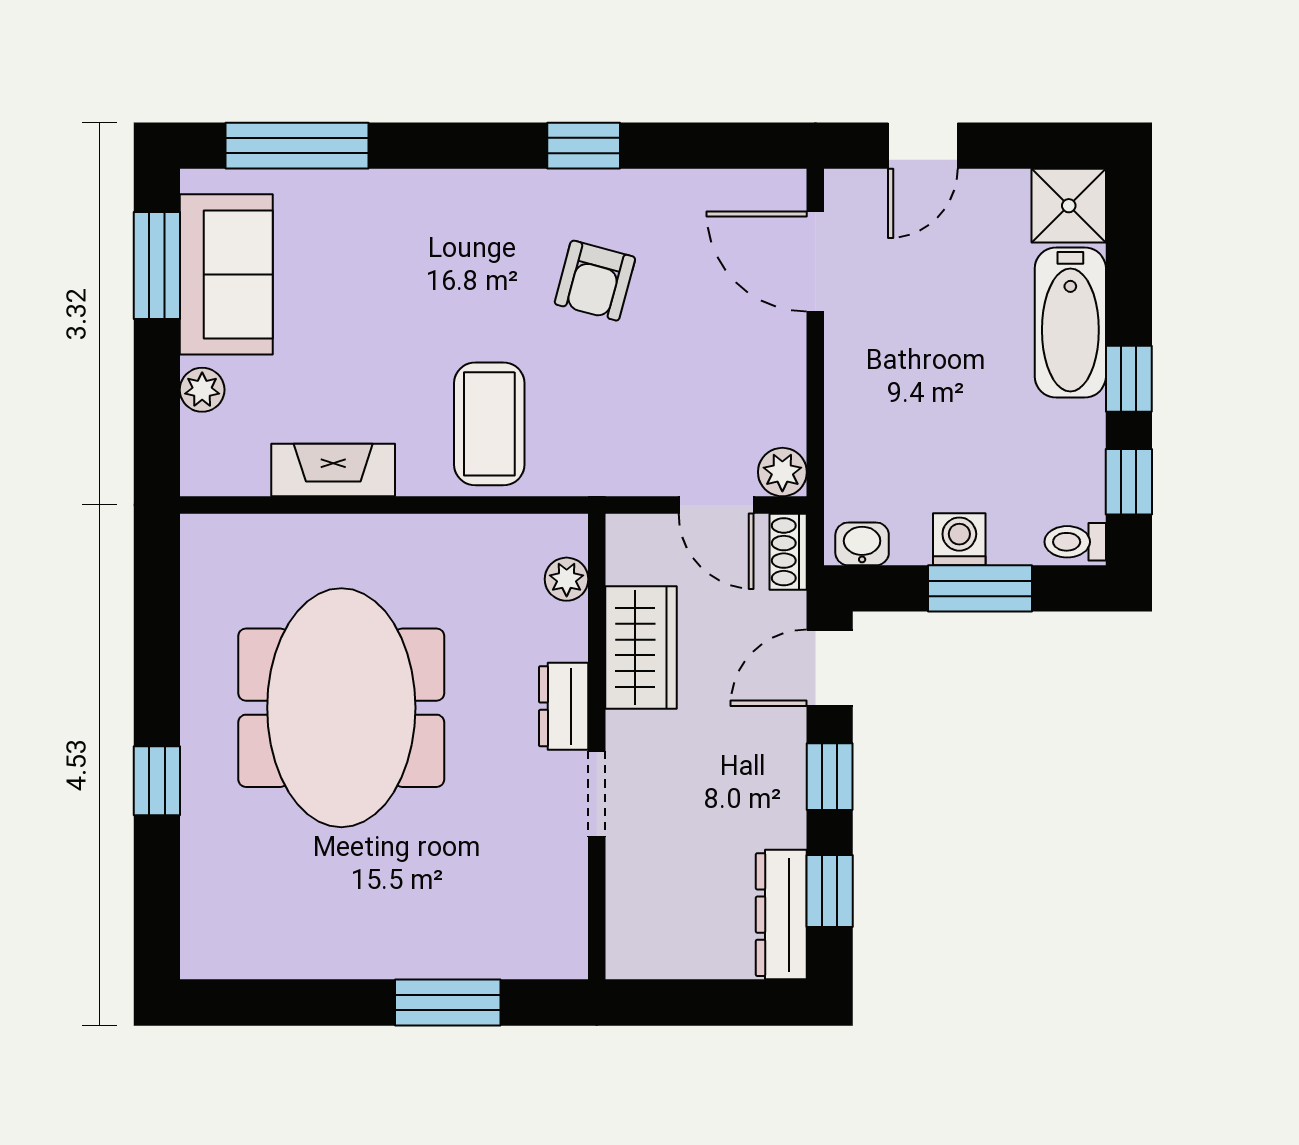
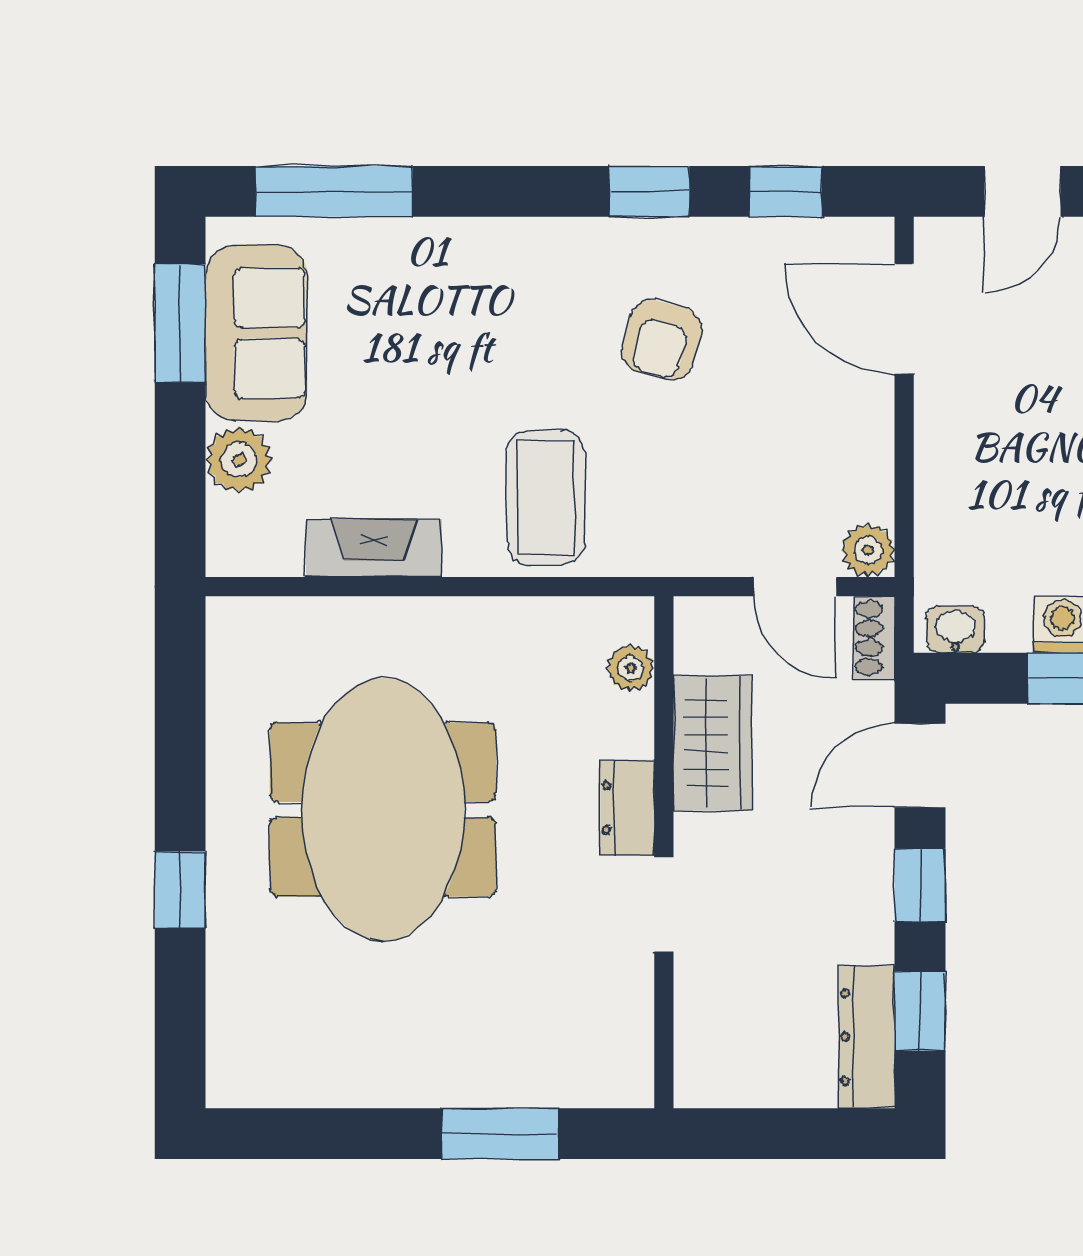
window: (707, 146) -> (786, 191), added
plant: (202, 390) -> (239, 460), width x1.38, depth x1.38

